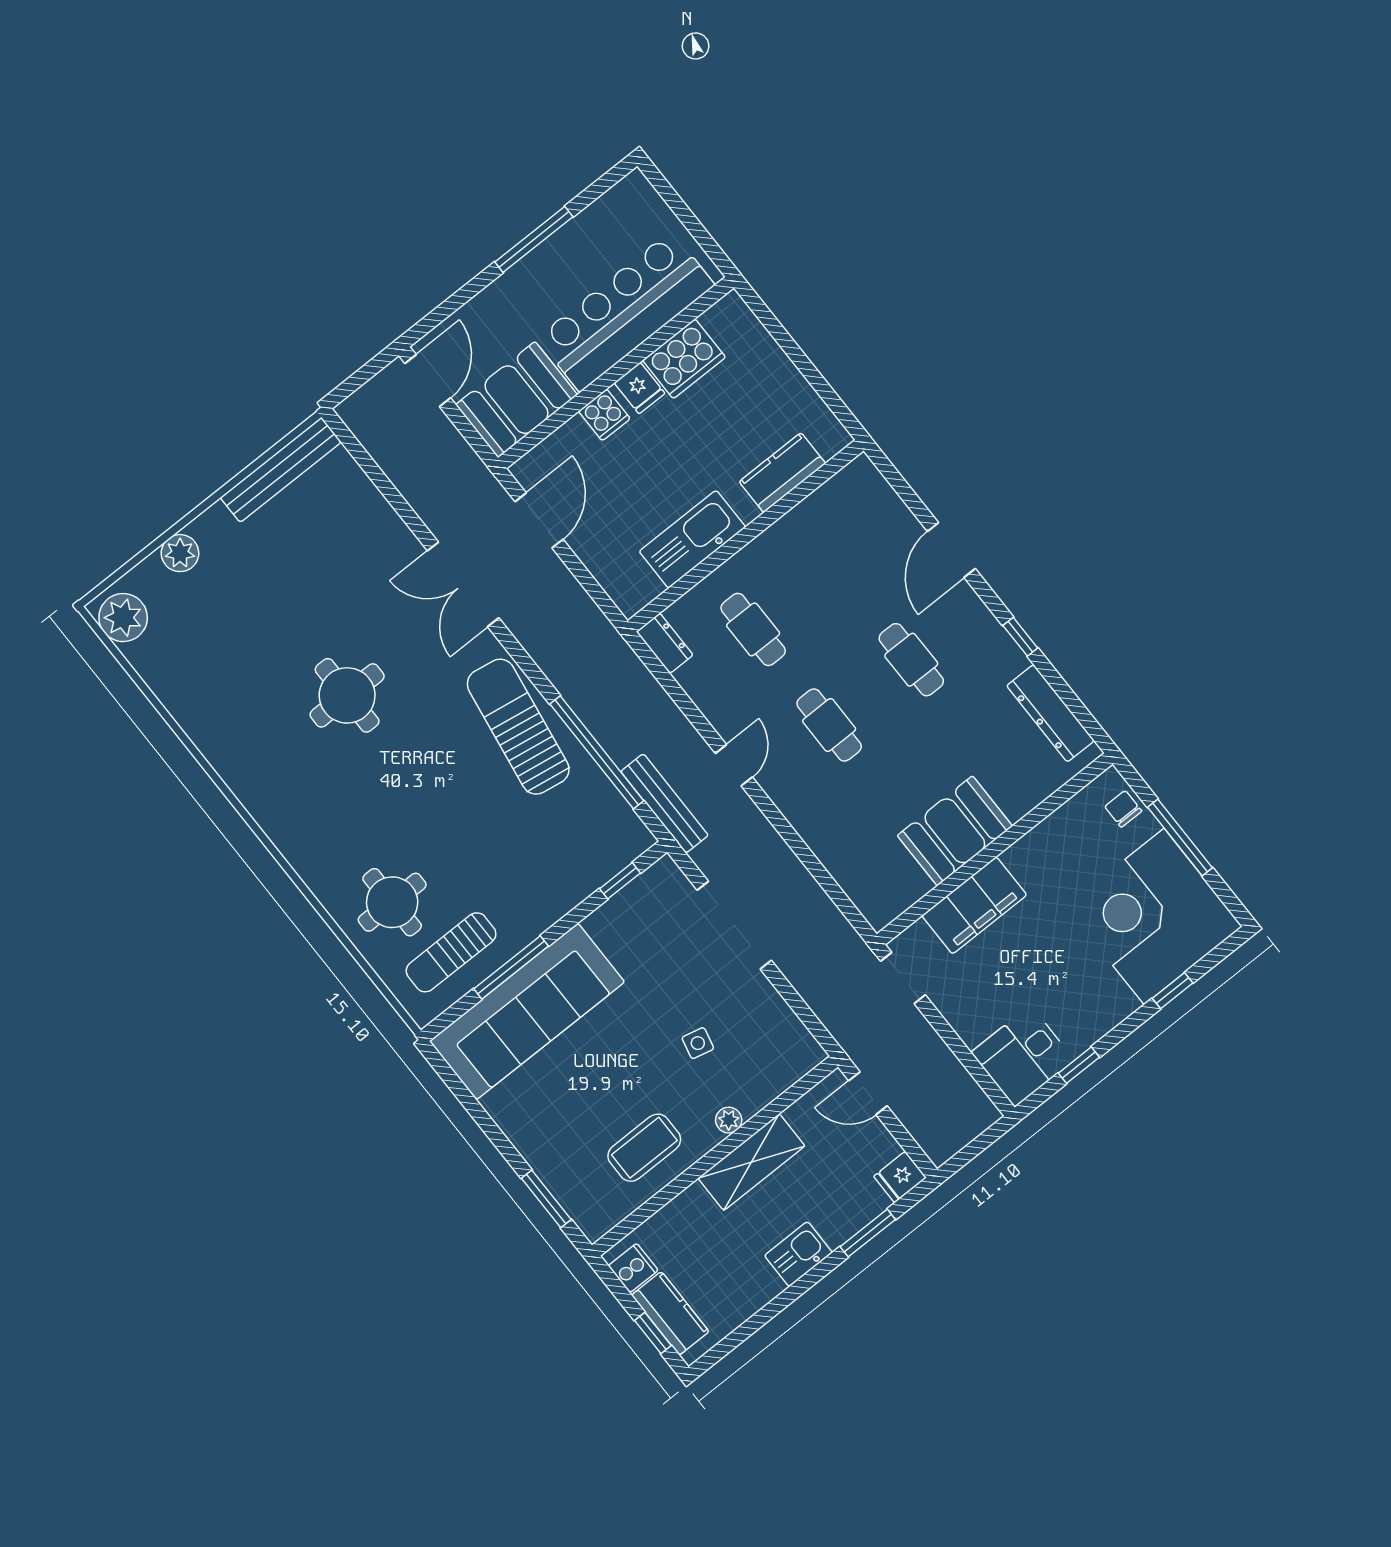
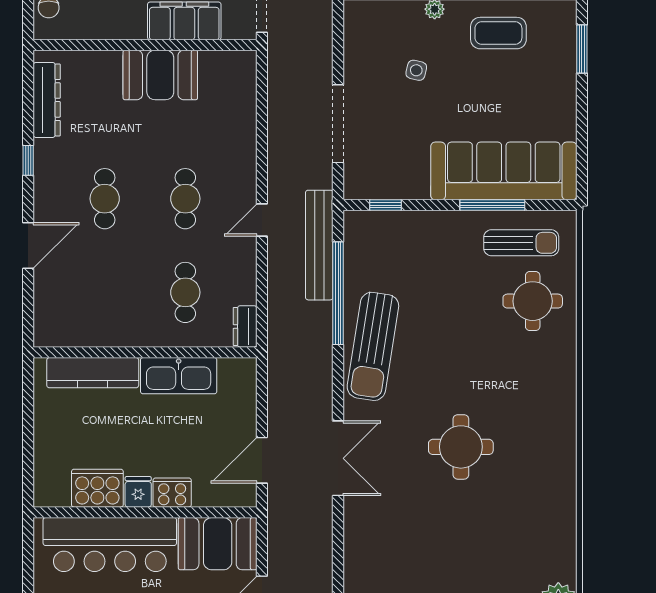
cooker: (604, 415) -> (172, 493), width x1.36
kitchen counter: (782, 473) -> (93, 373), width x1.50
bench: (665, 803) -> (319, 245), width x1.37, depth x1.21

